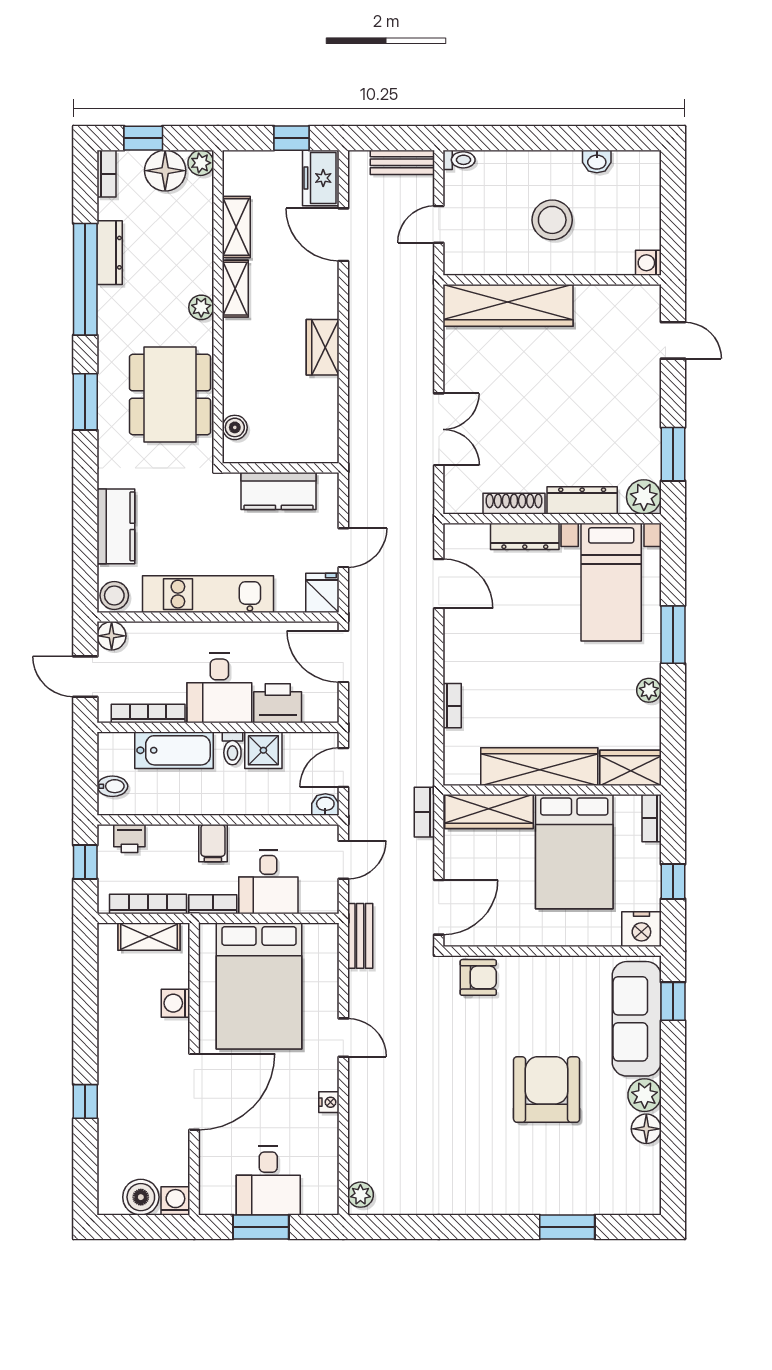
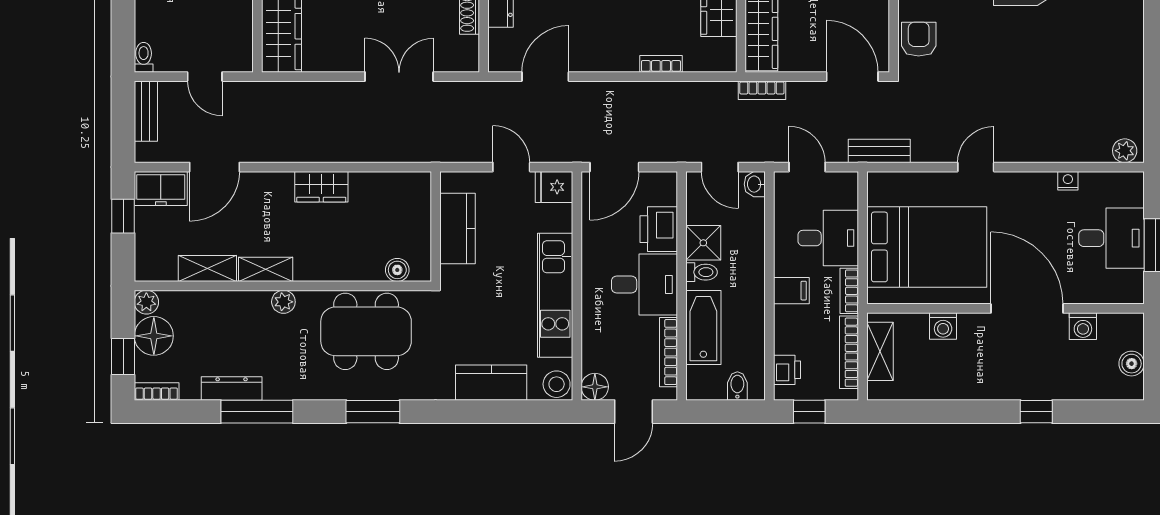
window: (85, 279) -> (257, 412), width x0.68
nightstand: (329, 1102) -> (1068, 181), moved
boiler: (141, 1197) -> (1132, 364), width x0.73, depth x0.73
washing machine: (175, 1201) -> (1083, 326), moved, turned -90

